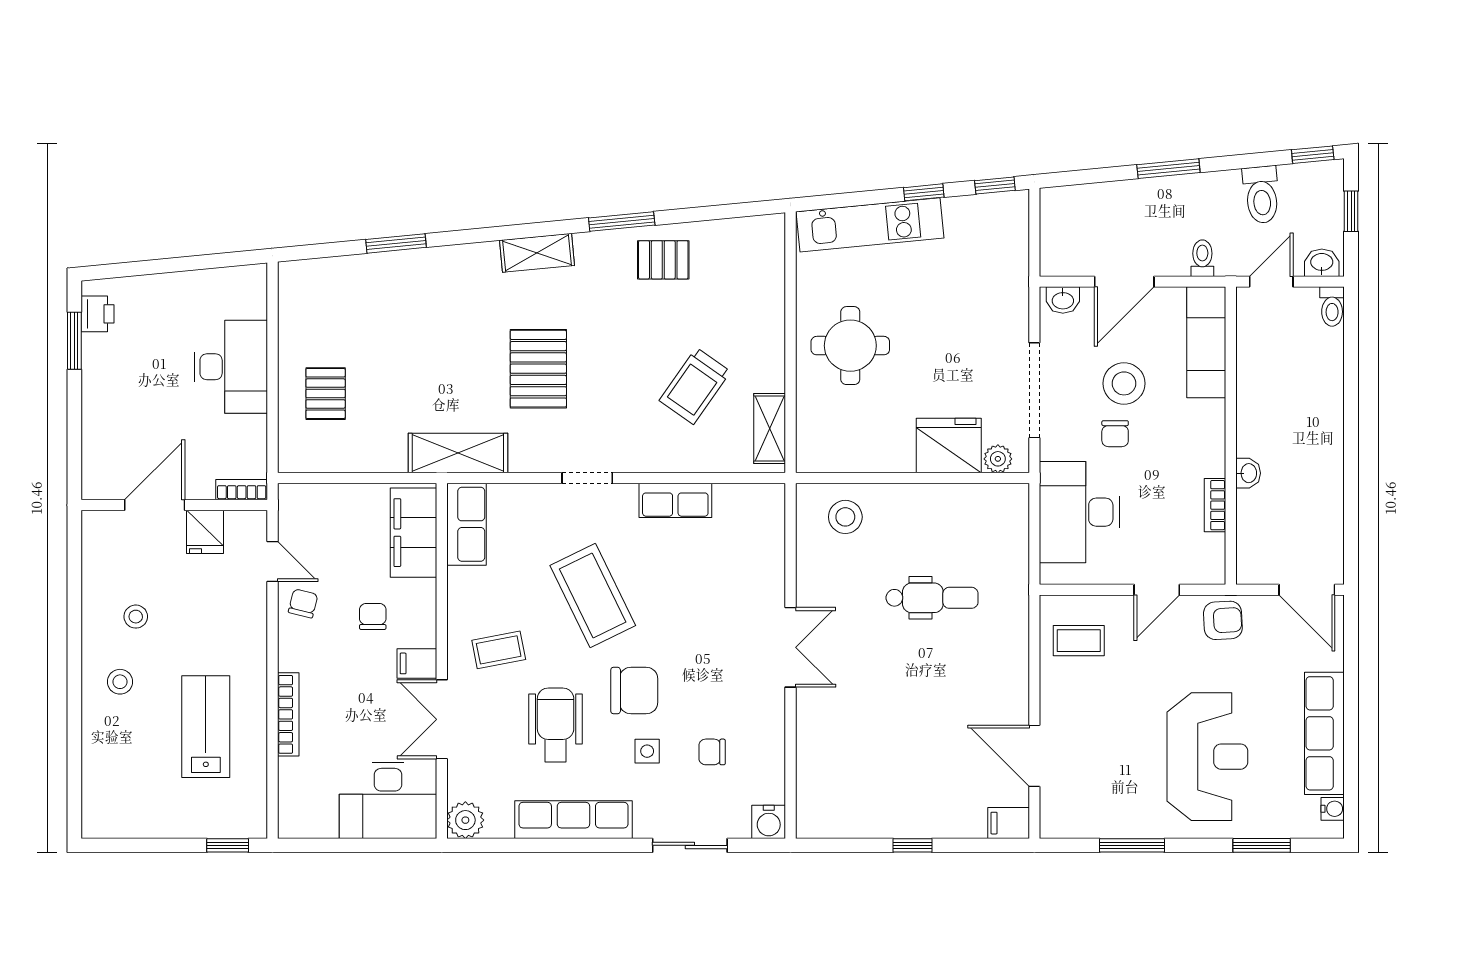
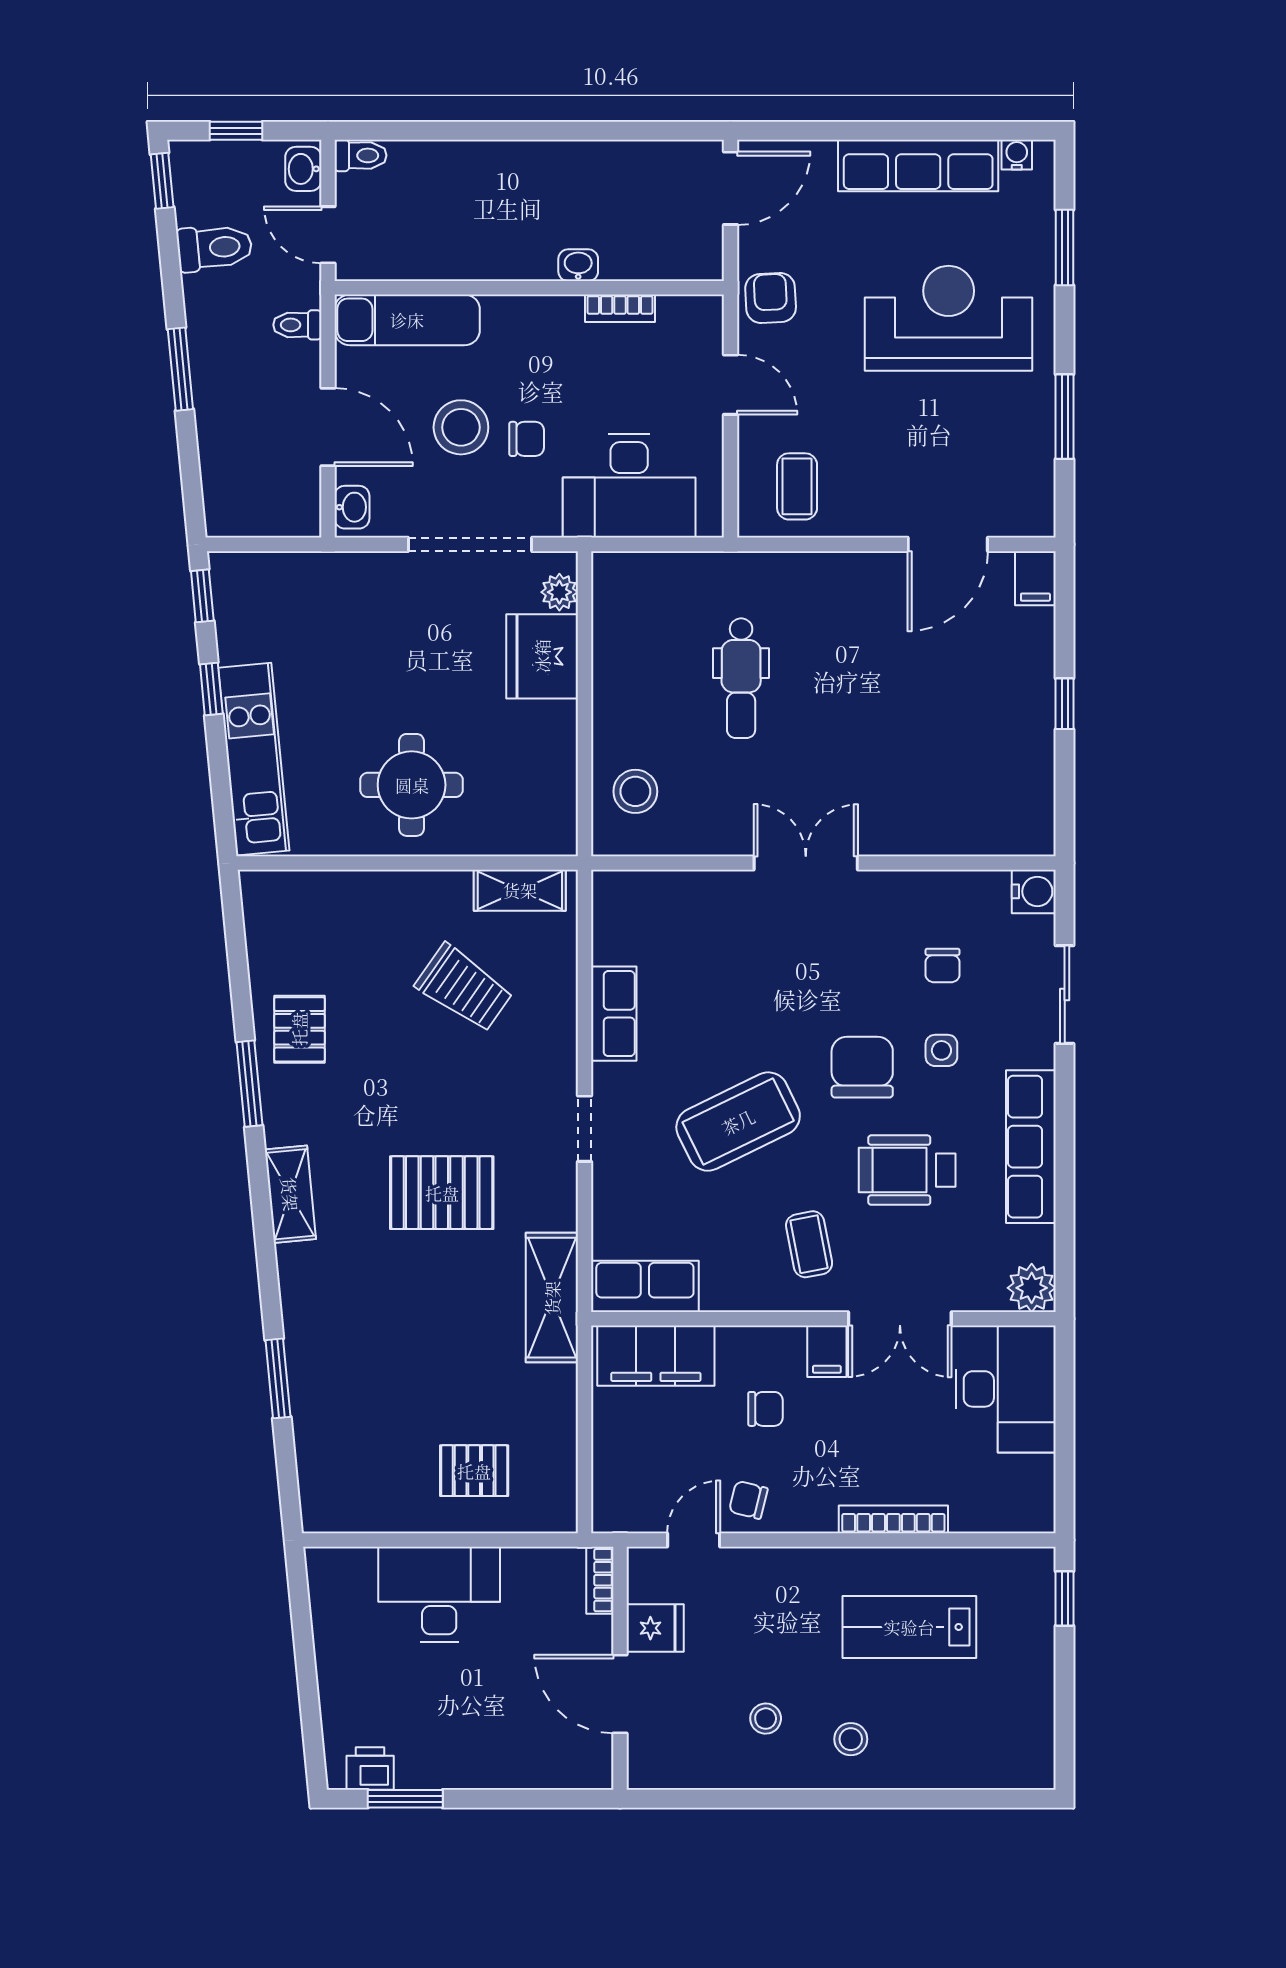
dental chair: (932, 598) -> (741, 678), turned 180
chair: (373, 616) -> (765, 1409), turned 180

